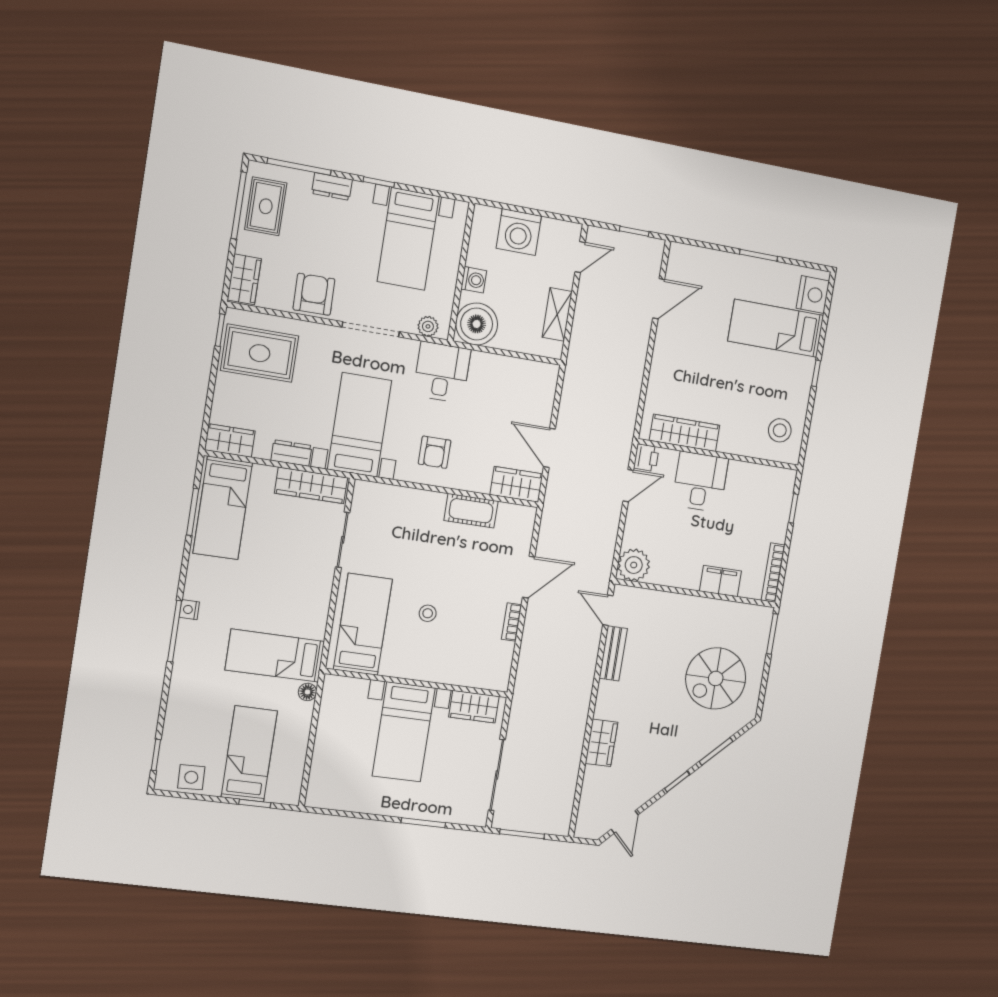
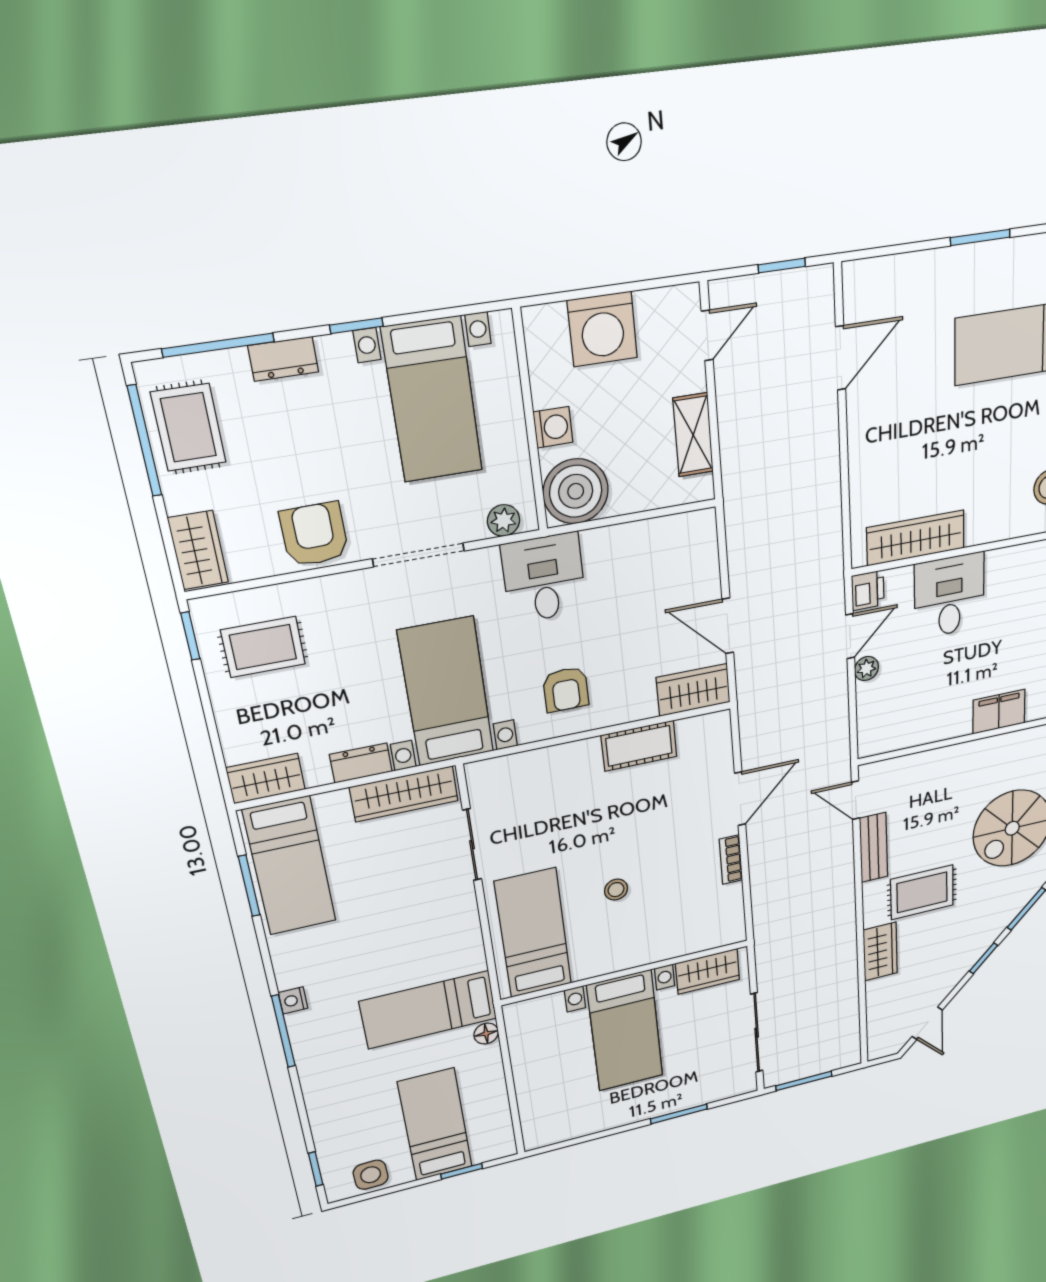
rug: (260, 353) -> (263, 647), width x0.73, depth x0.70
plant: (634, 565) -> (866, 668), moved, width x0.53, depth x0.53
rug: (641, 705) -> (922, 892), added

